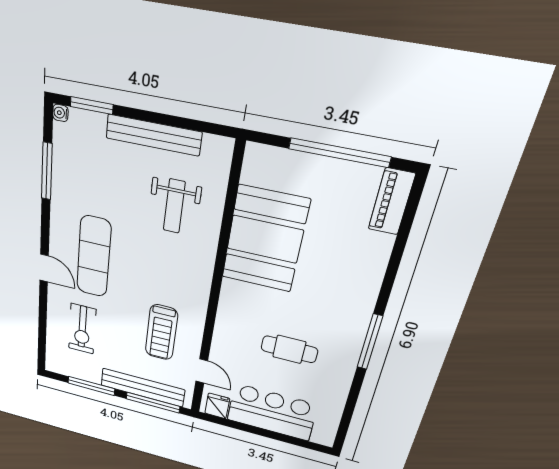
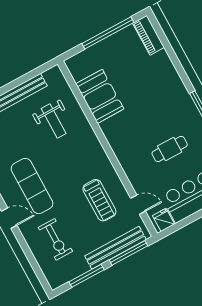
booth: (265, 239) -> (100, 96), width x0.73, depth x0.70

